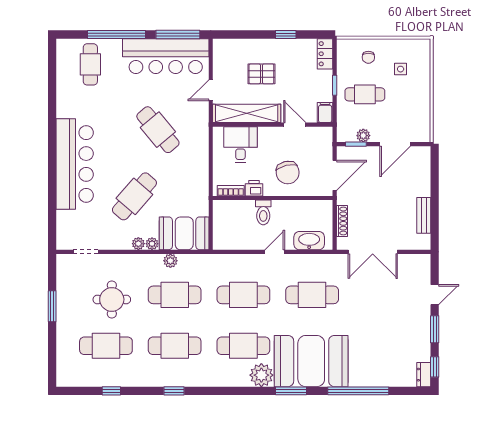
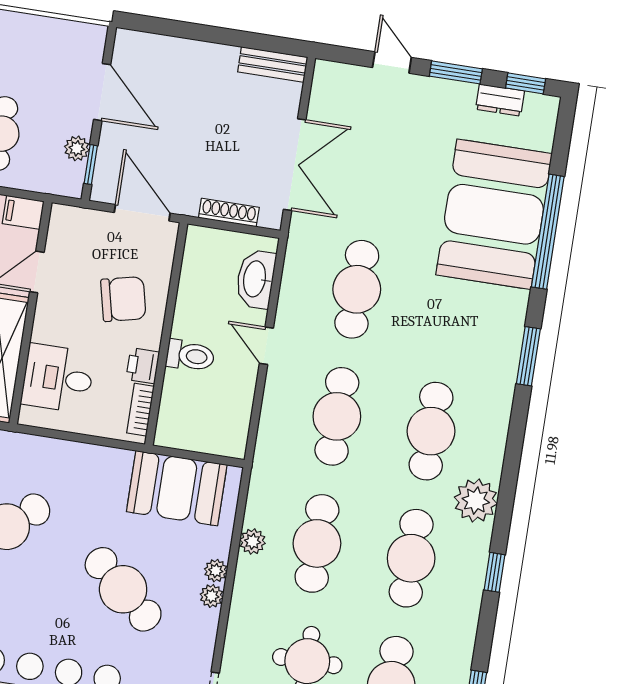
bench: (424, 215) -> (273, 64), moved
booth: (184, 233) -> (177, 488), moved, turned 90
booth: (311, 361) -> (494, 214), moved
plant: (261, 375) -> (476, 501), moved
dresser: (424, 375) -> (500, 100), moved

